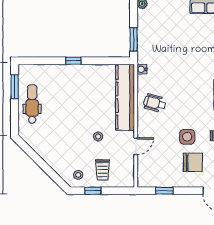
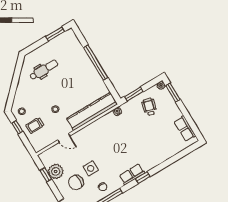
window: (73, 61) -> (96, 63), width x3.17
wheelchair: (155, 103) -> (149, 107), moved
dental chair: (32, 104) -> (44, 70), moved
chair: (193, 162) -> (76, 182), turned 90
plant: (167, 178) -> (56, 172), added

